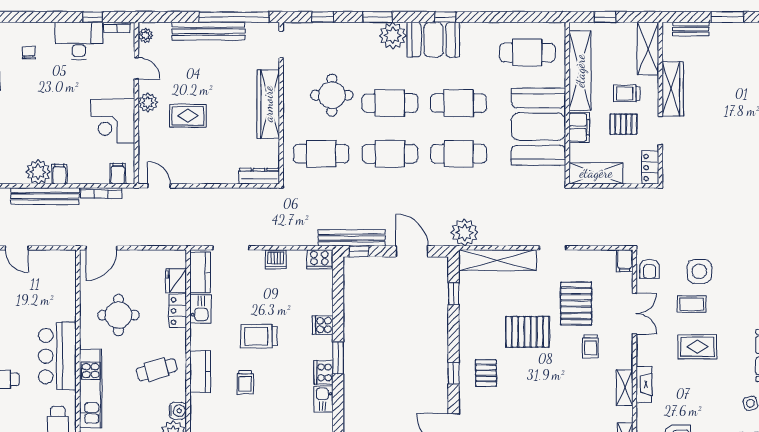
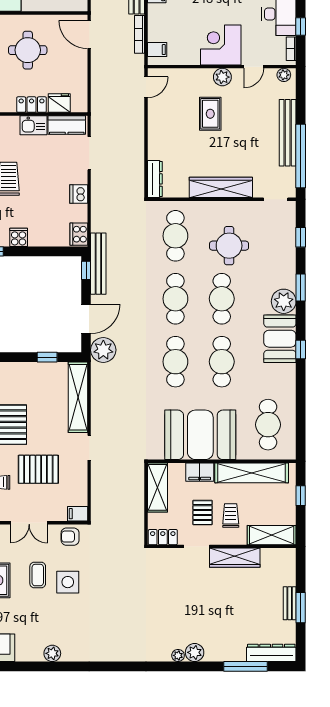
bench: (691, 29) -> (290, 603), moved
corner desk: (113, 121) -> (221, 45), moved
plant: (464, 233) -> (103, 350), moved

